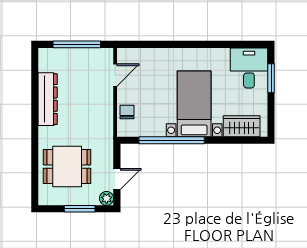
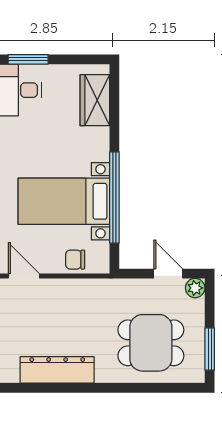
bed with nightstands: (194, 104) -> (64, 201), moved
dining table: (67, 167) -> (151, 343), turned 90
window: (80, 209) -> (210, 349), moved

